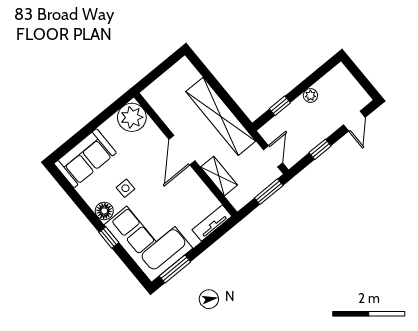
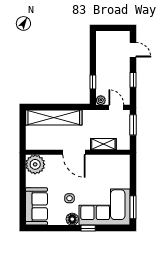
plant: (310, 95) -> (101, 100), moved
shelving: (221, 116) -> (54, 117), moved
tv unit: (212, 223) -> (125, 168), removed

